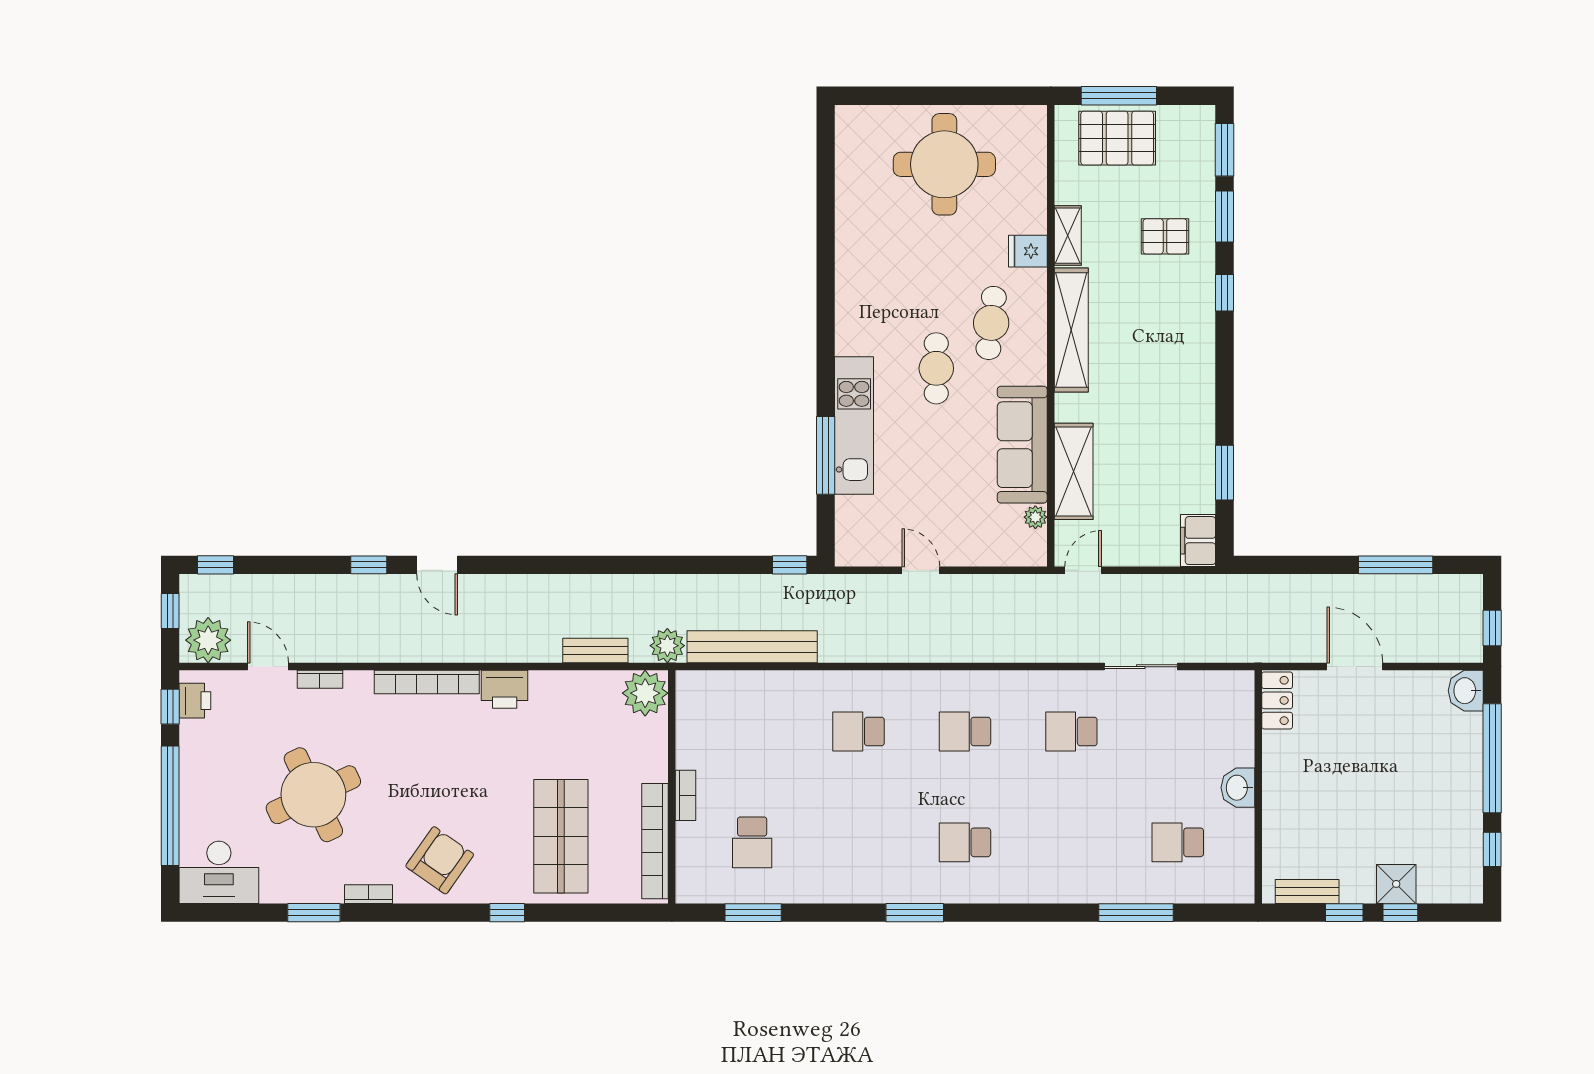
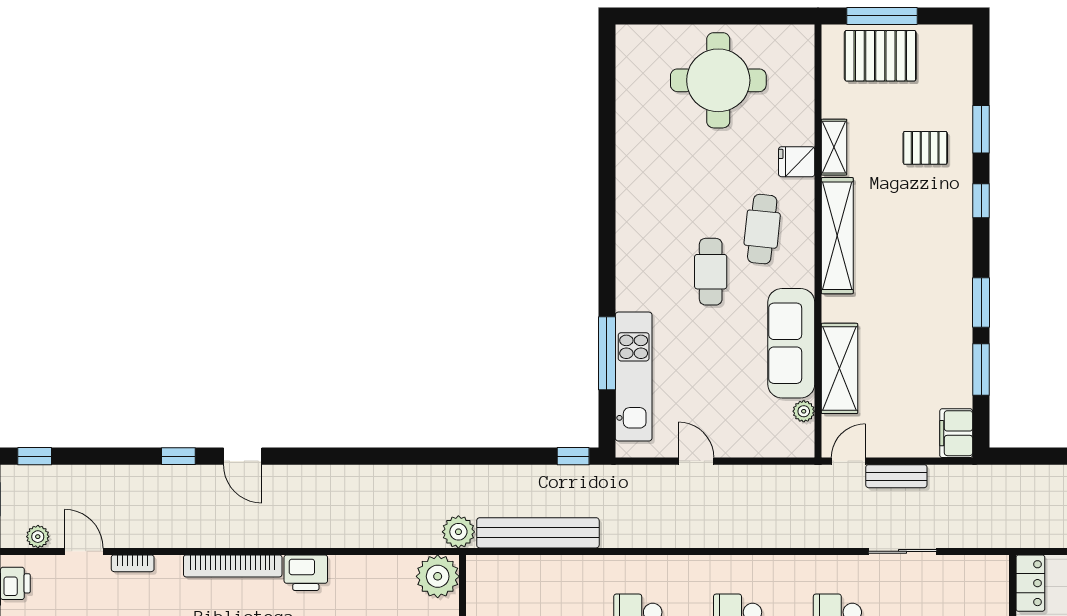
window: (1224, 150) -> (981, 302), moved
kitchen unit: (854, 426) -> (634, 377), moved
plant: (208, 640) -> (38, 537), width x0.53, depth x0.53
bench: (595, 651) -> (896, 476), moved

